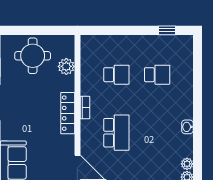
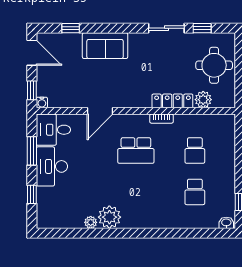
locker: (68, 113) -> (172, 101), moved
washbasin: (187, 127) -> (226, 223), moved
plant: (187, 164) -> (109, 217), width x1.87, depth x1.87

